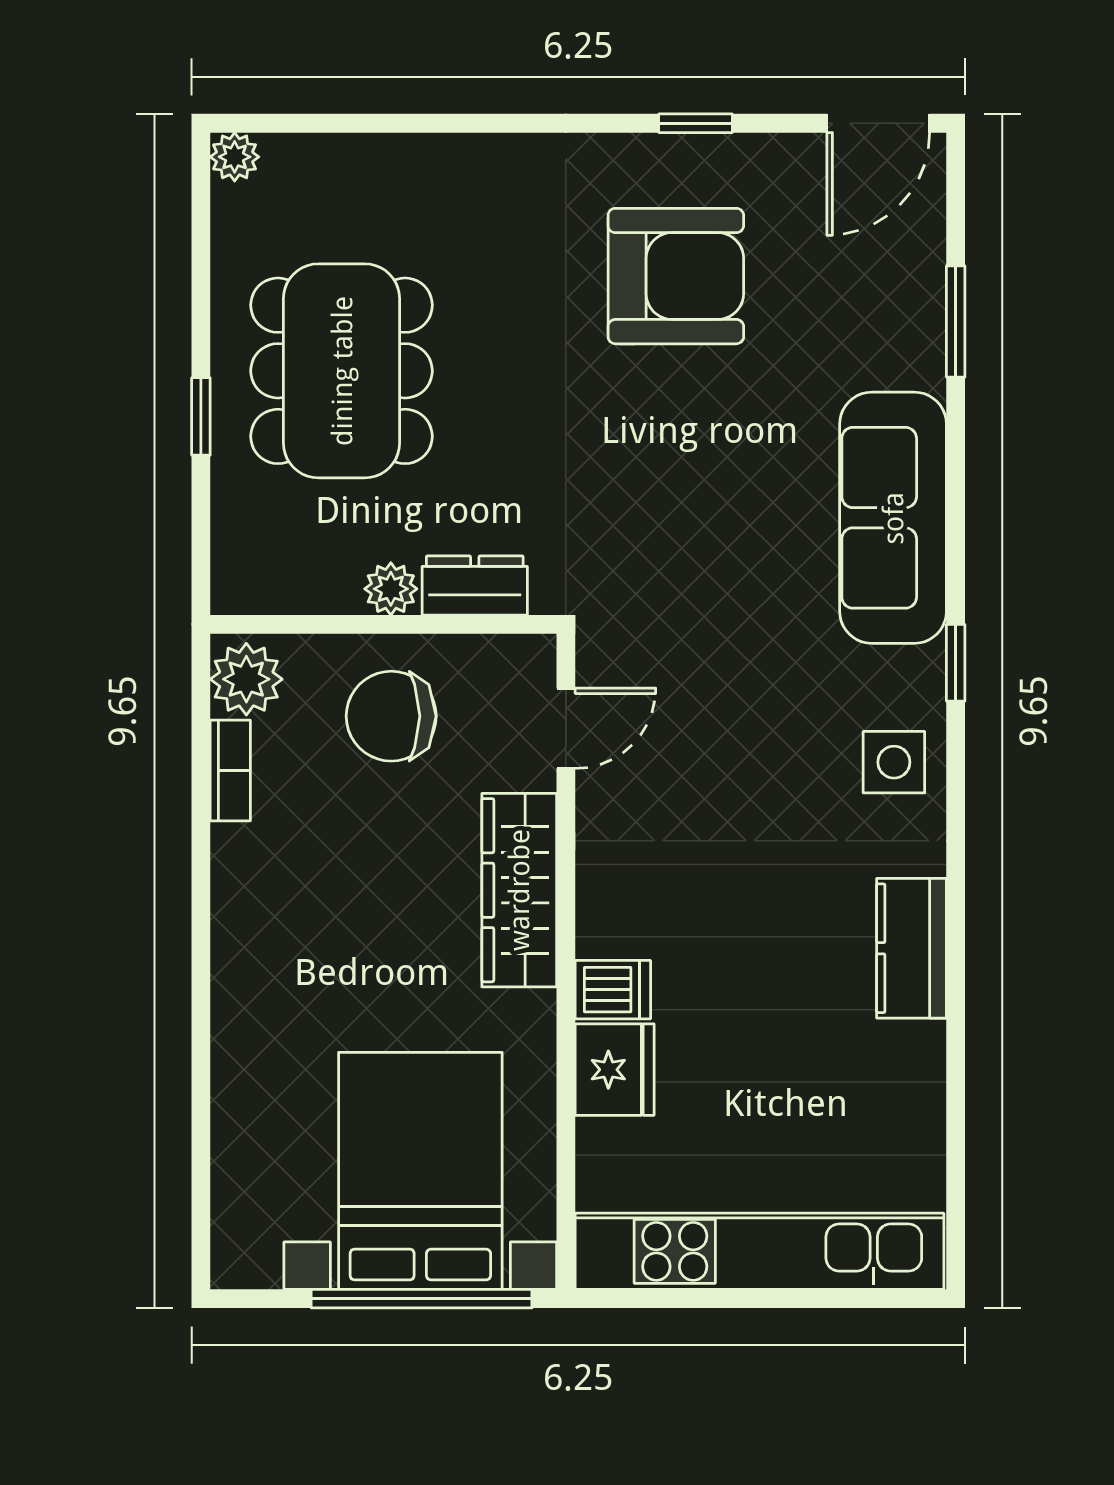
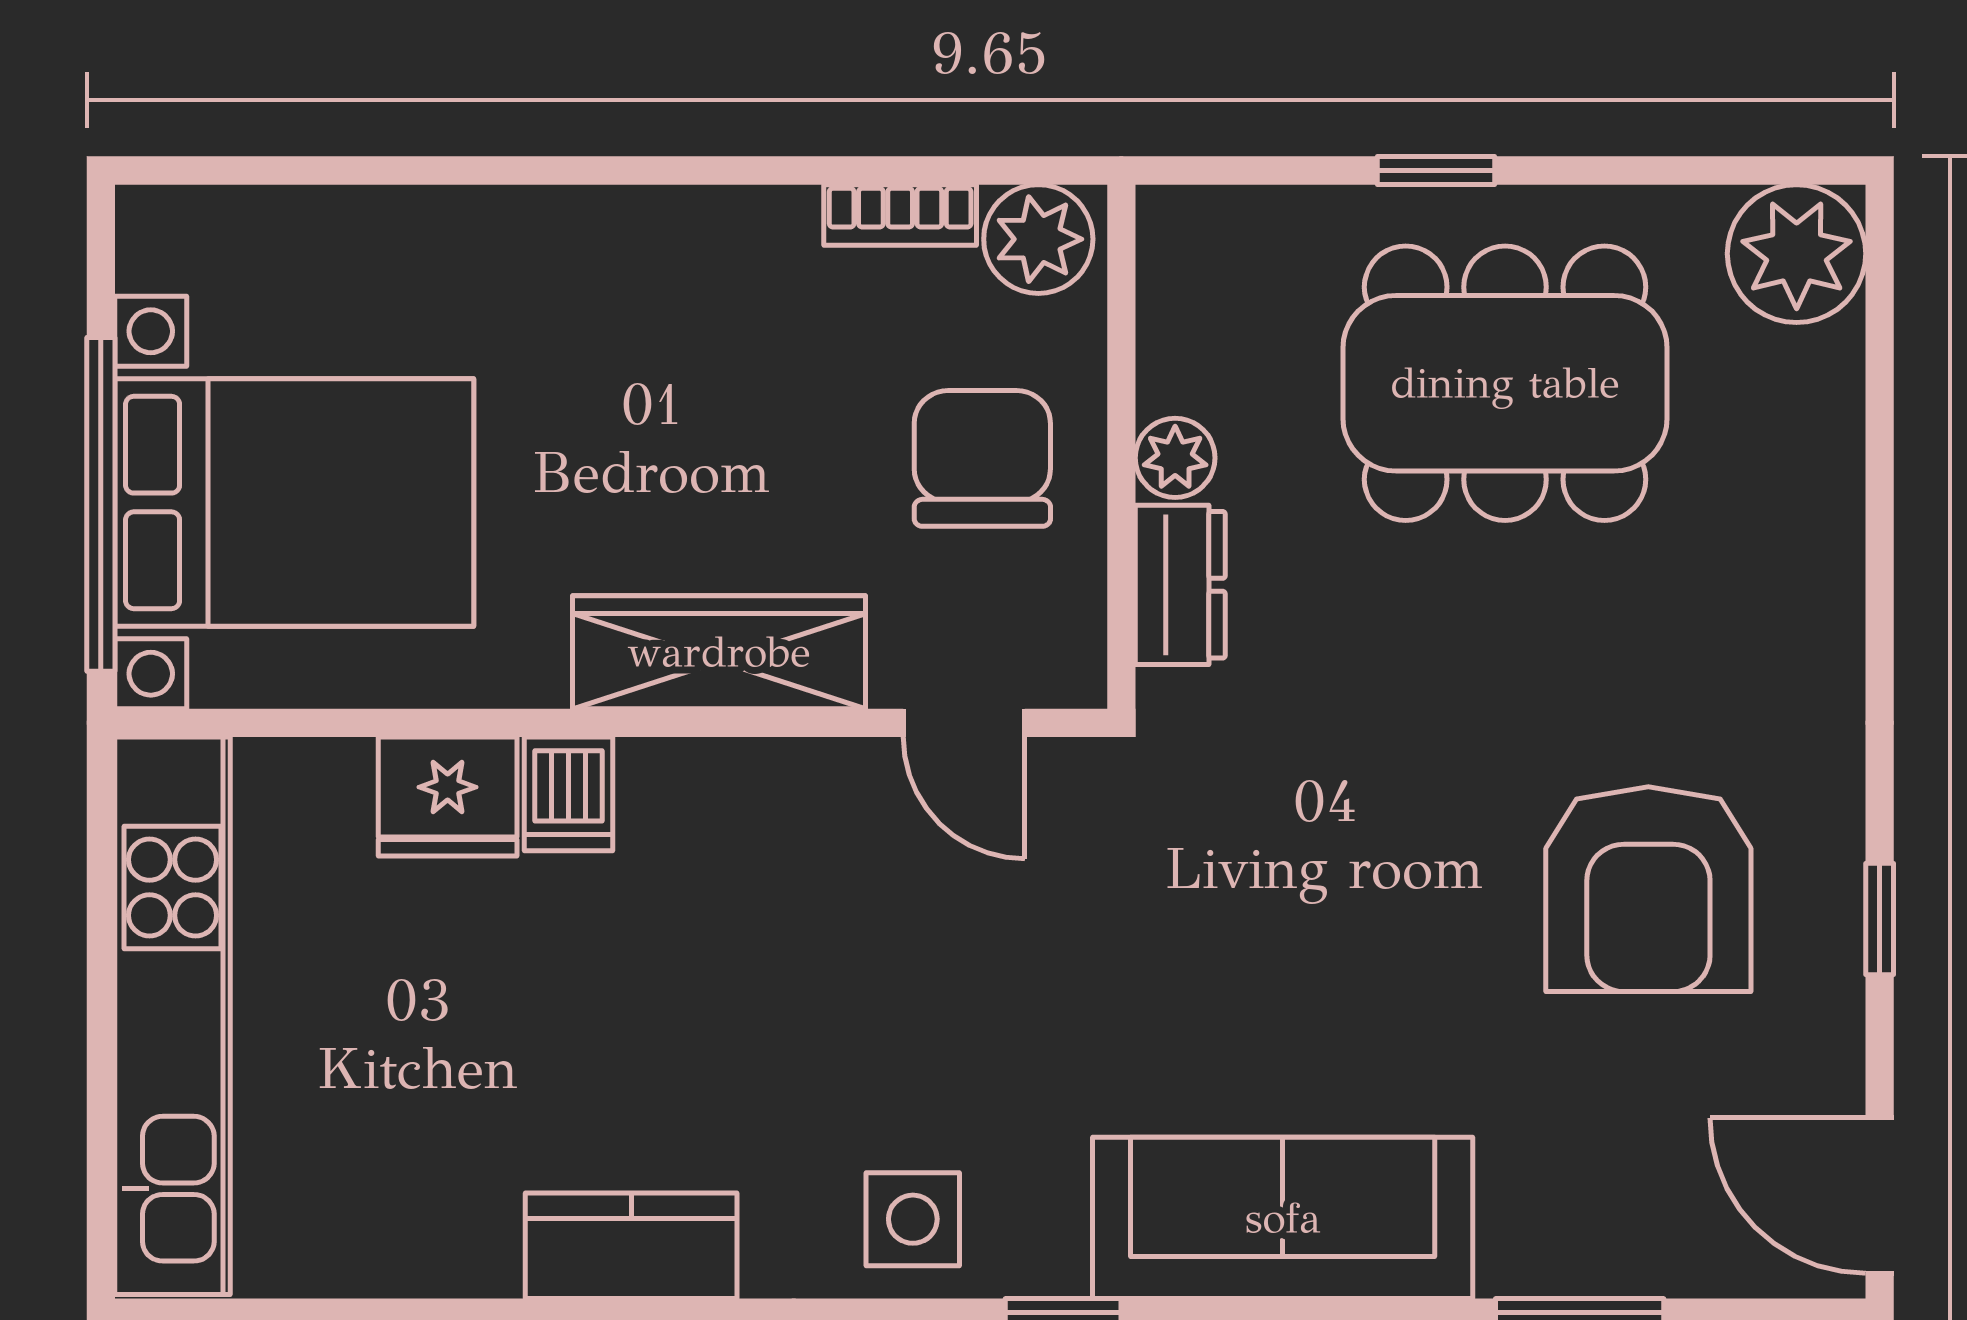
plant: (235, 157) -> (1797, 254), width x1.87, depth x1.87

